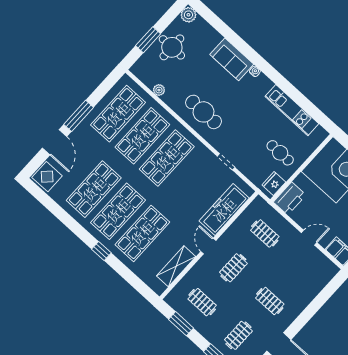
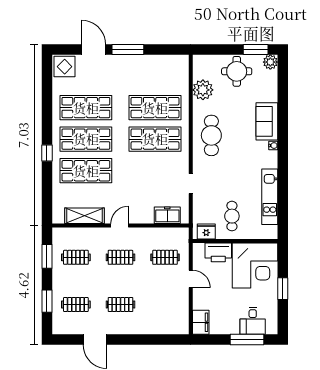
window: (148, 40) -> (256, 50), moved
plant: (159, 90) -> (203, 90), width x1.88, depth x1.88
shop shelf: (118, 114) -> (155, 76), removed
door: (55, 142) -> (94, 50), swing flipped
printer: (290, 199) -> (218, 252), moved
freezer: (224, 210) -> (167, 215), width x0.52, depth x0.79
clothes rail: (265, 233) -> (165, 257), turned 90
door: (309, 238) -> (191, 279), moved
clothes rail: (270, 301) -> (120, 305), turned 90
clothes rail: (202, 302) -> (76, 257), turned 90

